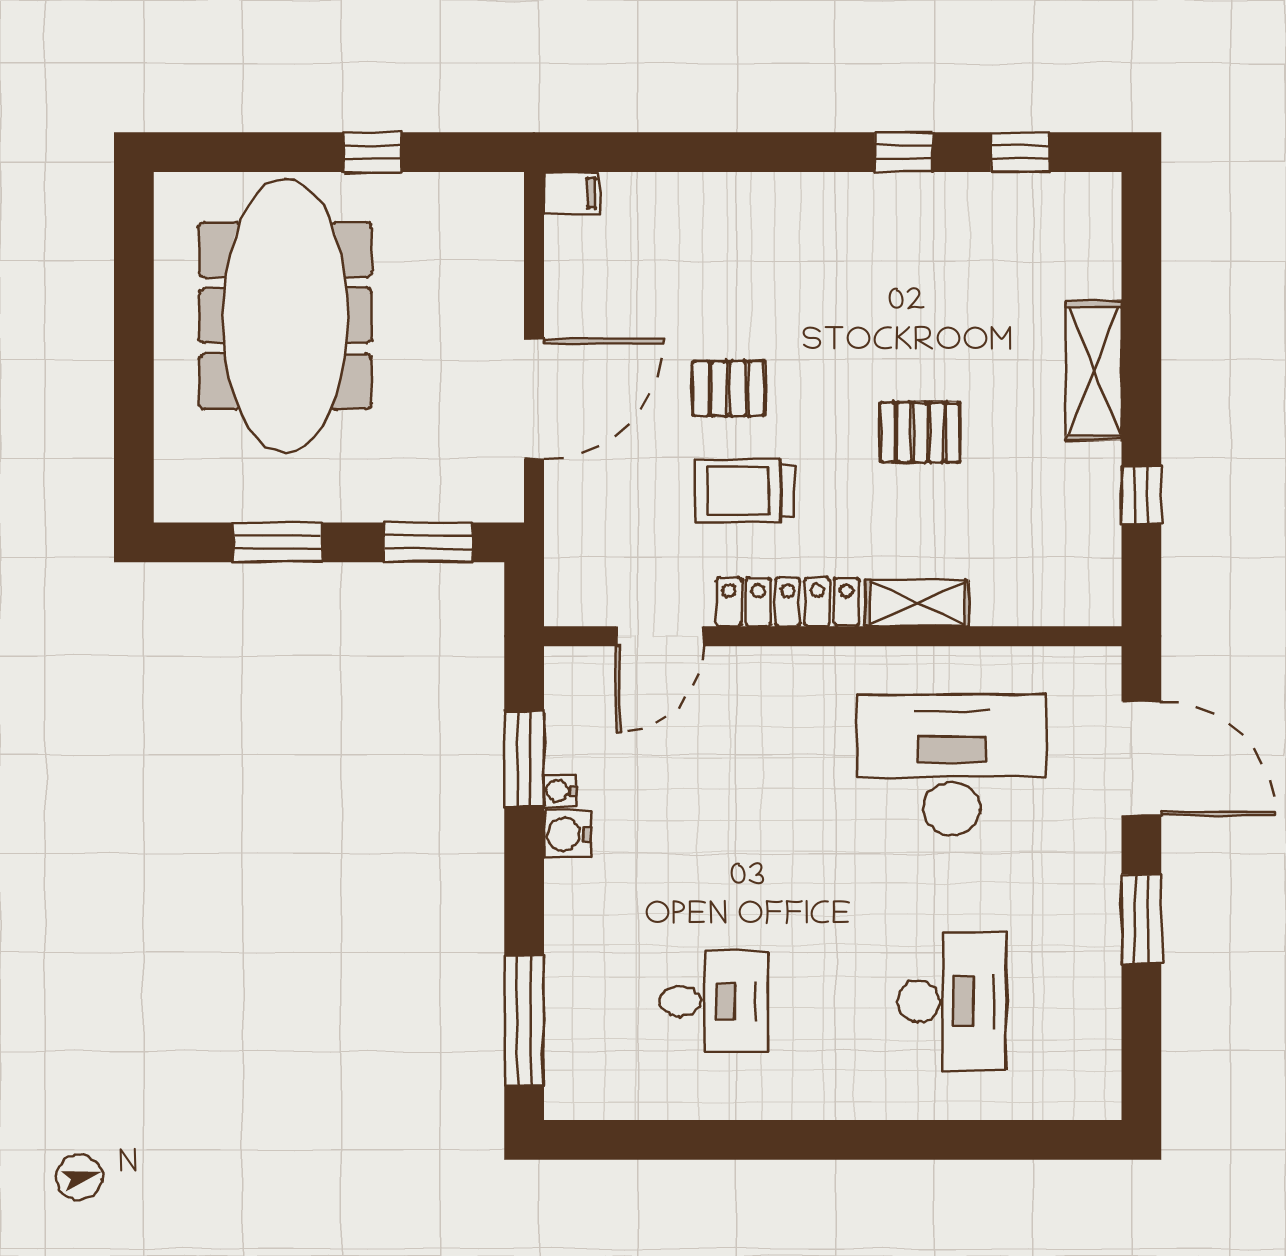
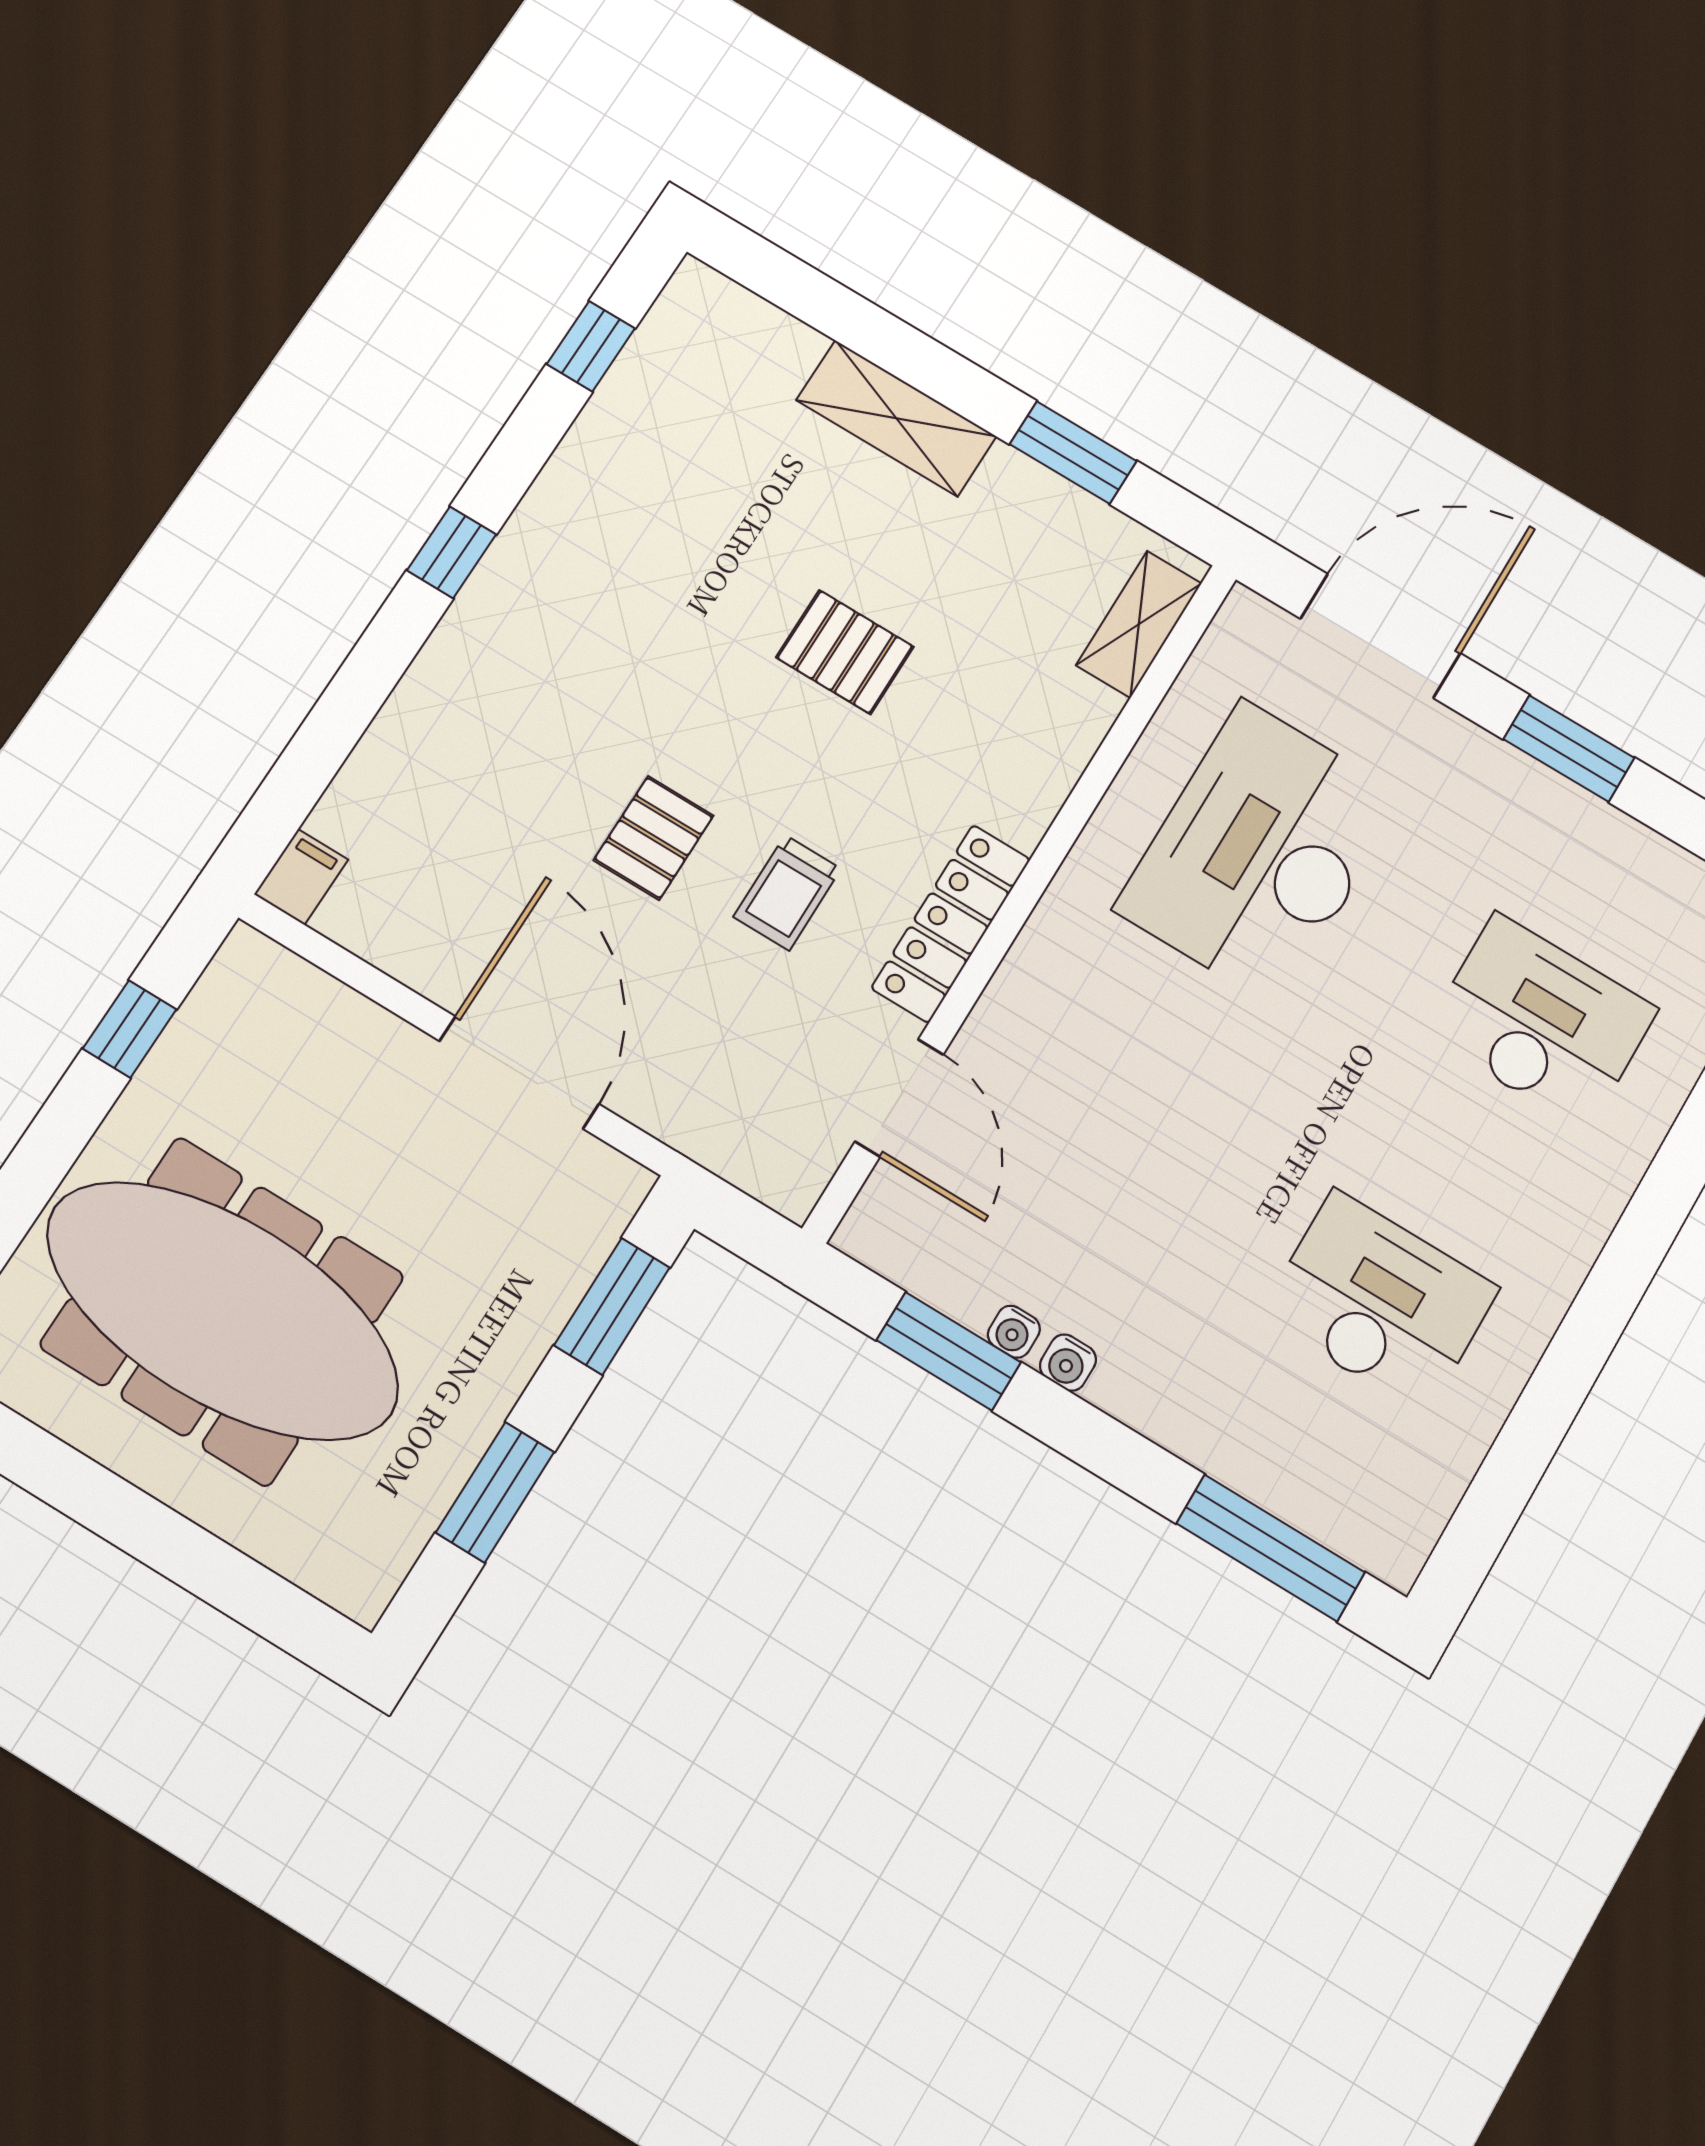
window: (372, 152) -> (130, 1029), moved
window: (904, 152) -> (452, 552), moved
pallet: (920, 432) -> (845, 652), turned 90
trolley: (745, 491) -> (787, 893), width x0.73, depth x0.72
window: (1141, 495) -> (1073, 453), width x1.50
shelving: (917, 603) -> (1139, 624), moved
water cooler: (567, 834) -> (1068, 1363), width x0.72, depth x0.72
desk: (714, 1001) -> (1380, 1302), width x1.37

